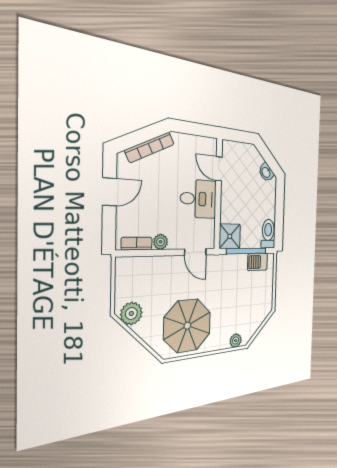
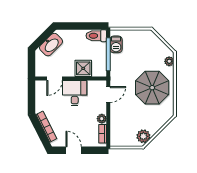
washbasin: (266, 172) -> (51, 45), width x1.91, depth x1.45
shower: (230, 236) -> (83, 68), moved
parasol: (187, 326) -> (152, 88), moved

